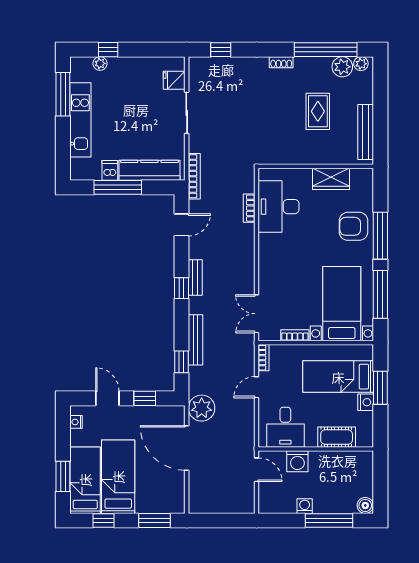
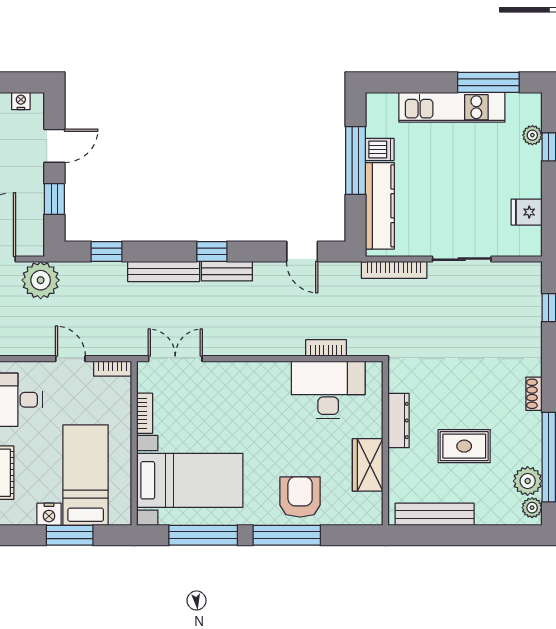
fridge: (174, 80) -> (527, 212), moved, turned -90
dresser: (300, 157) -> (398, 420), added
bookcase: (194, 176) -> (394, 270), moved
bench: (196, 340) -> (164, 272), moved

